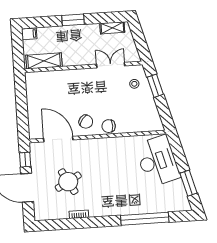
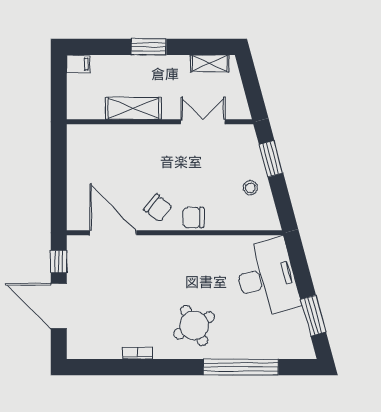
shelving: (44, 61) -> (133, 108), moved
stool: (134, 84) -> (250, 188), moved
round table: (68, 182) -> (194, 326), moved

